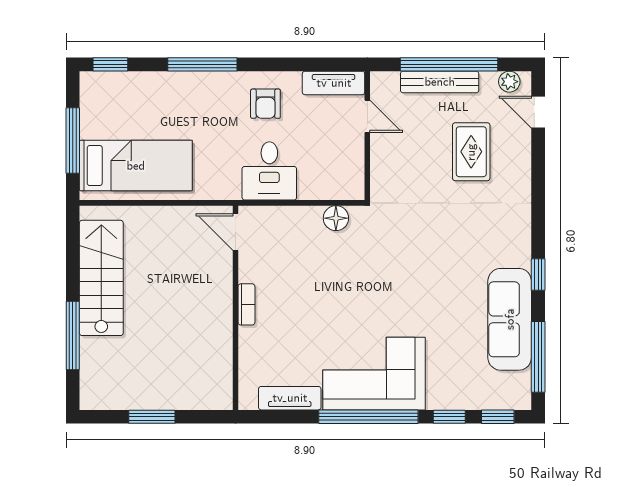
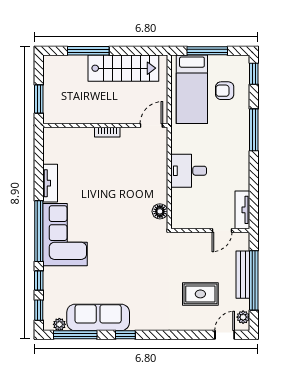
armchair: (265, 104) -> (225, 91), moved
door: (235, 232) -> (151, 125), moved
bookcase: (246, 304) -> (107, 132), moved
wall: (235, 308) -> (105, 125), moved
plant: (521, 383) -> (59, 324), added

